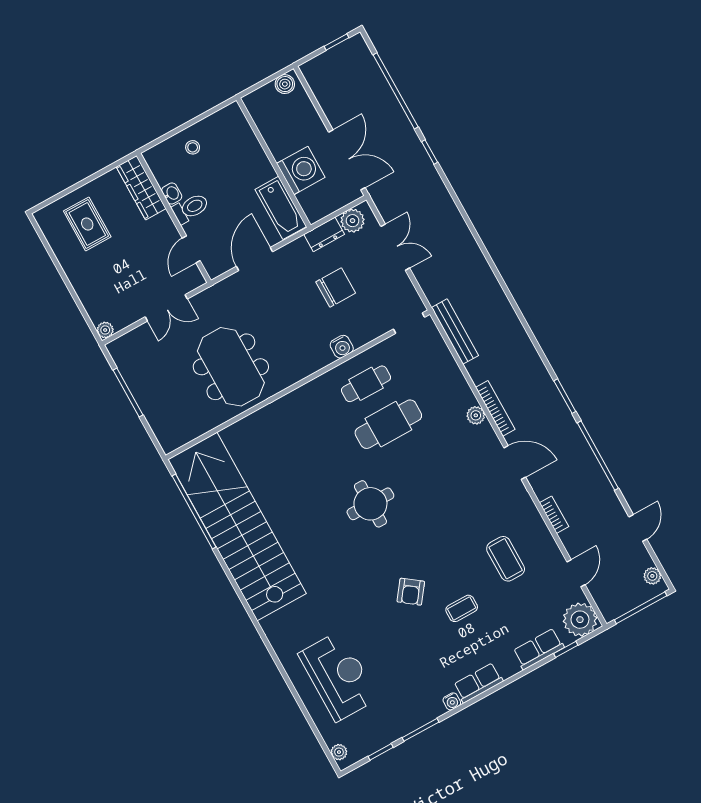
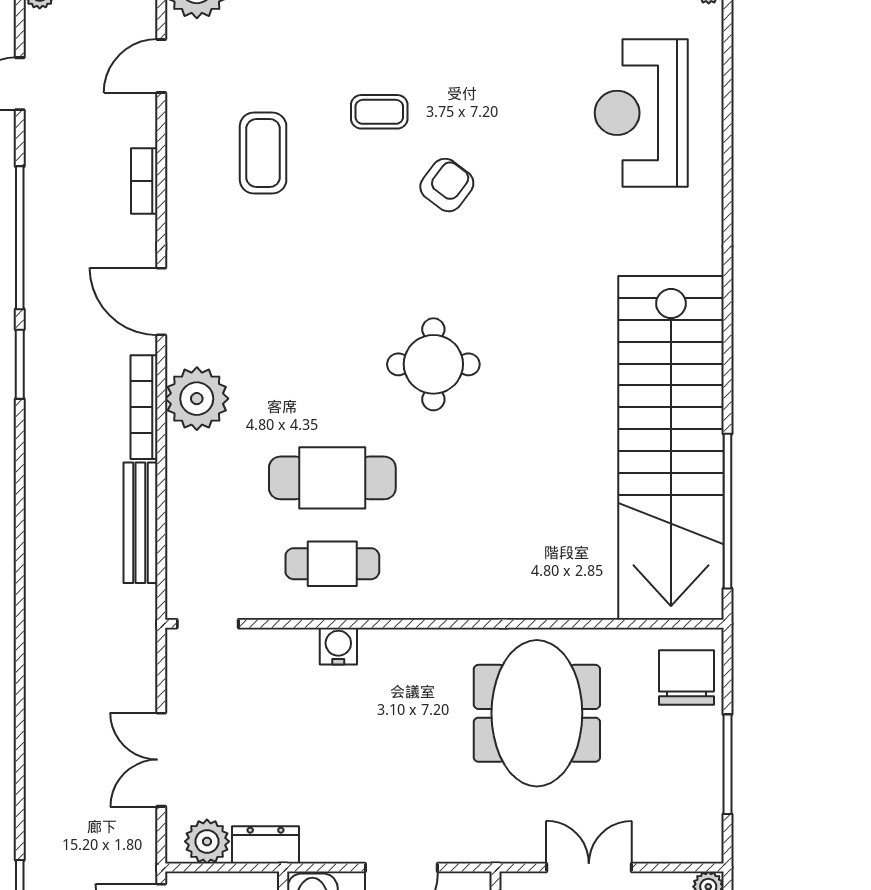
chair: (336, 287) -> (686, 677), moved, turned 90
bench: (455, 332) -> (140, 523), moved
plant: (476, 415) -> (197, 399), width x1.88, depth x1.88

